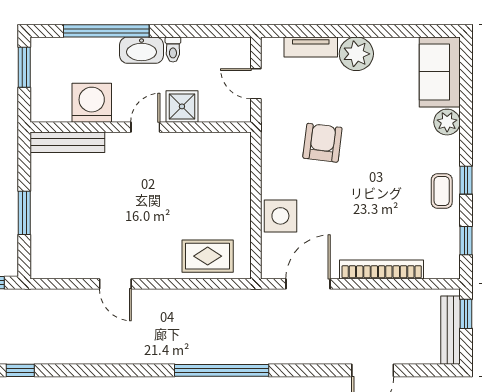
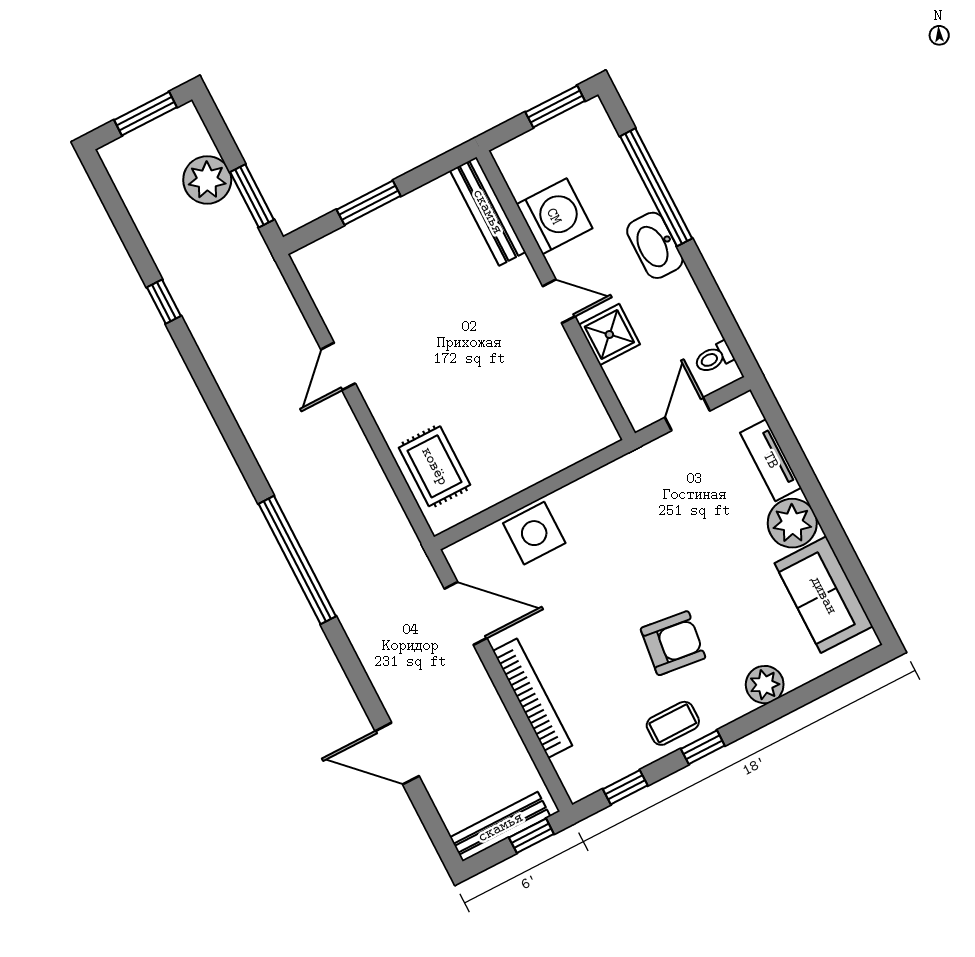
toilet: (173, 49) -> (714, 358), moved
sofa: (440, 72) -> (824, 595), moved, turned -90
armchair: (322, 143) -> (673, 643), moved

